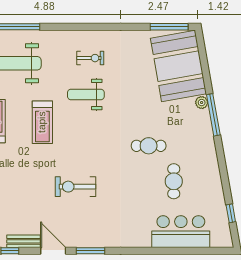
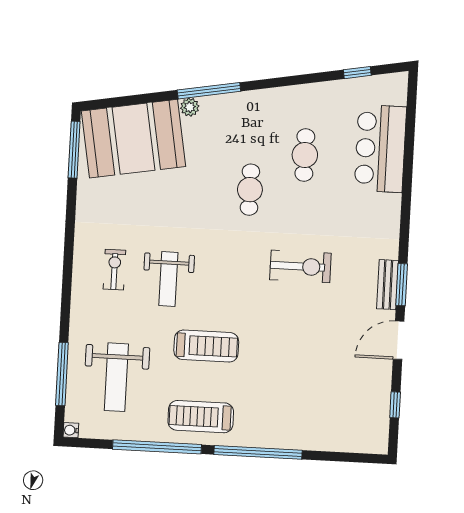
cafe table: (174, 181) -> (305, 155), turned 90
exercise bike: (75, 187) -> (300, 266), moved, turned -90
bench: (24, 241) -> (388, 285), moved

